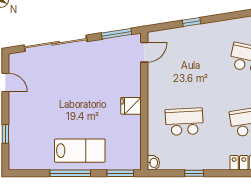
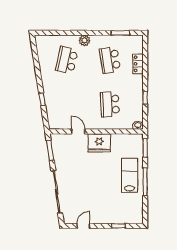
door: (144, 52) -> (78, 131), moved
fridge: (131, 106) -> (99, 143), width x1.88, depth x1.34

